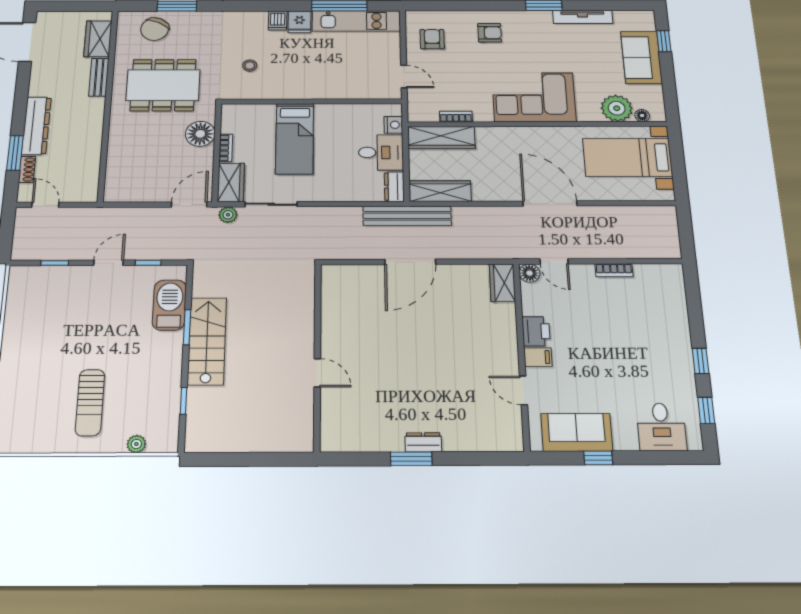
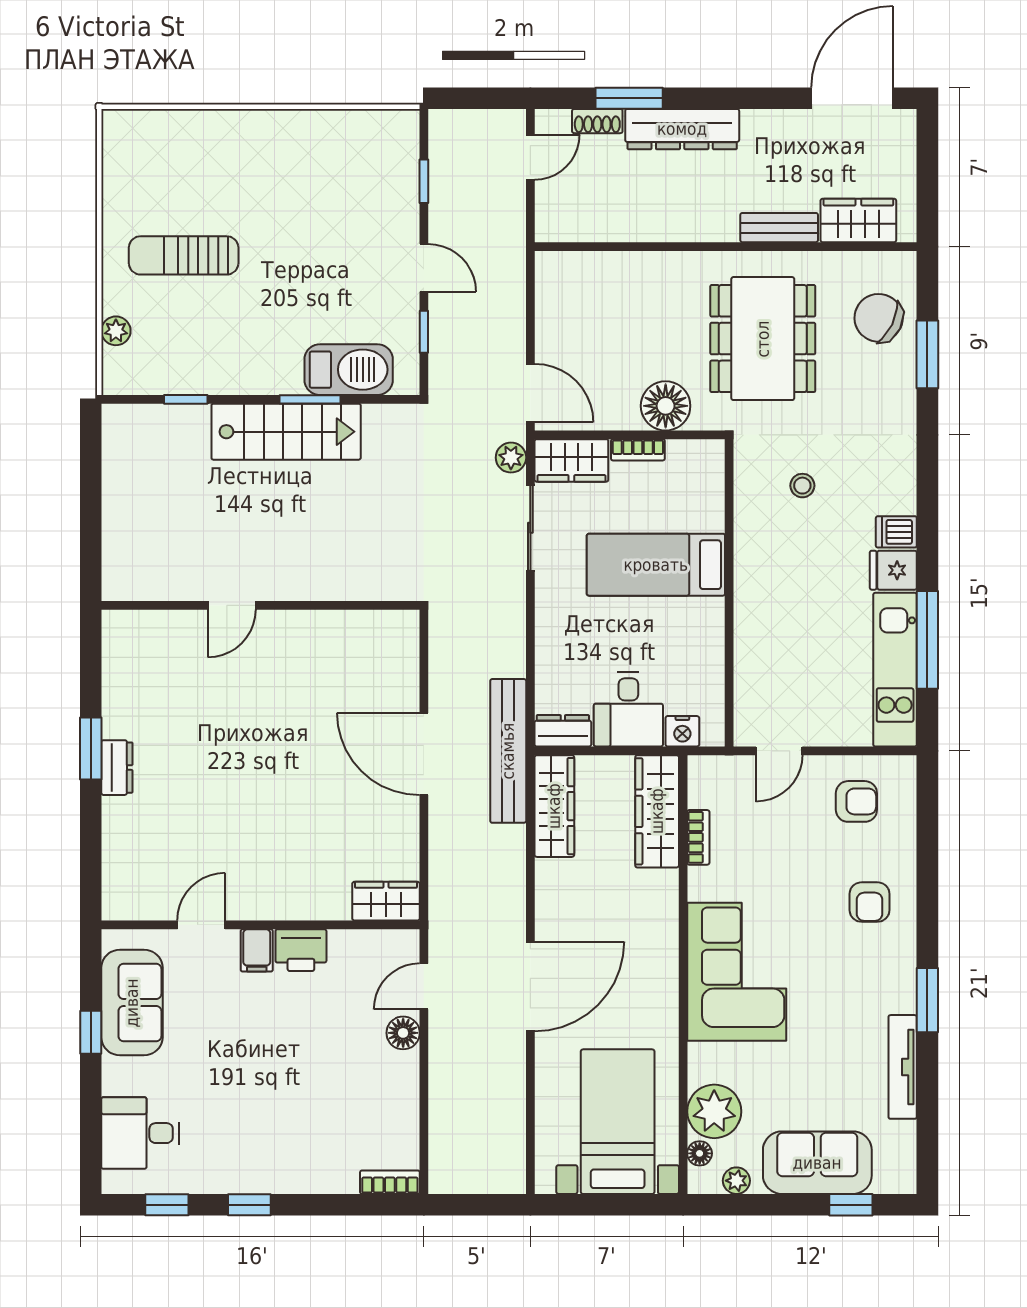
plant: (656, 97) -> (736, 1181), added
bookcase: (614, 270) -> (390, 1182), moved, turned 90
floor lamp: (530, 273) -> (403, 1033), moved

